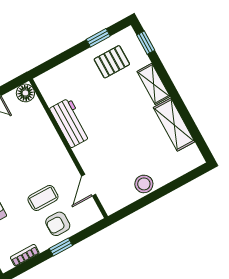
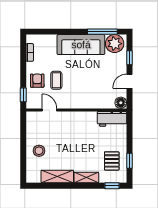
workbench: (70, 123) -> (112, 119), moved
stool: (144, 184) -> (39, 151), moved
window: (61, 247) -> (23, 95), moved

